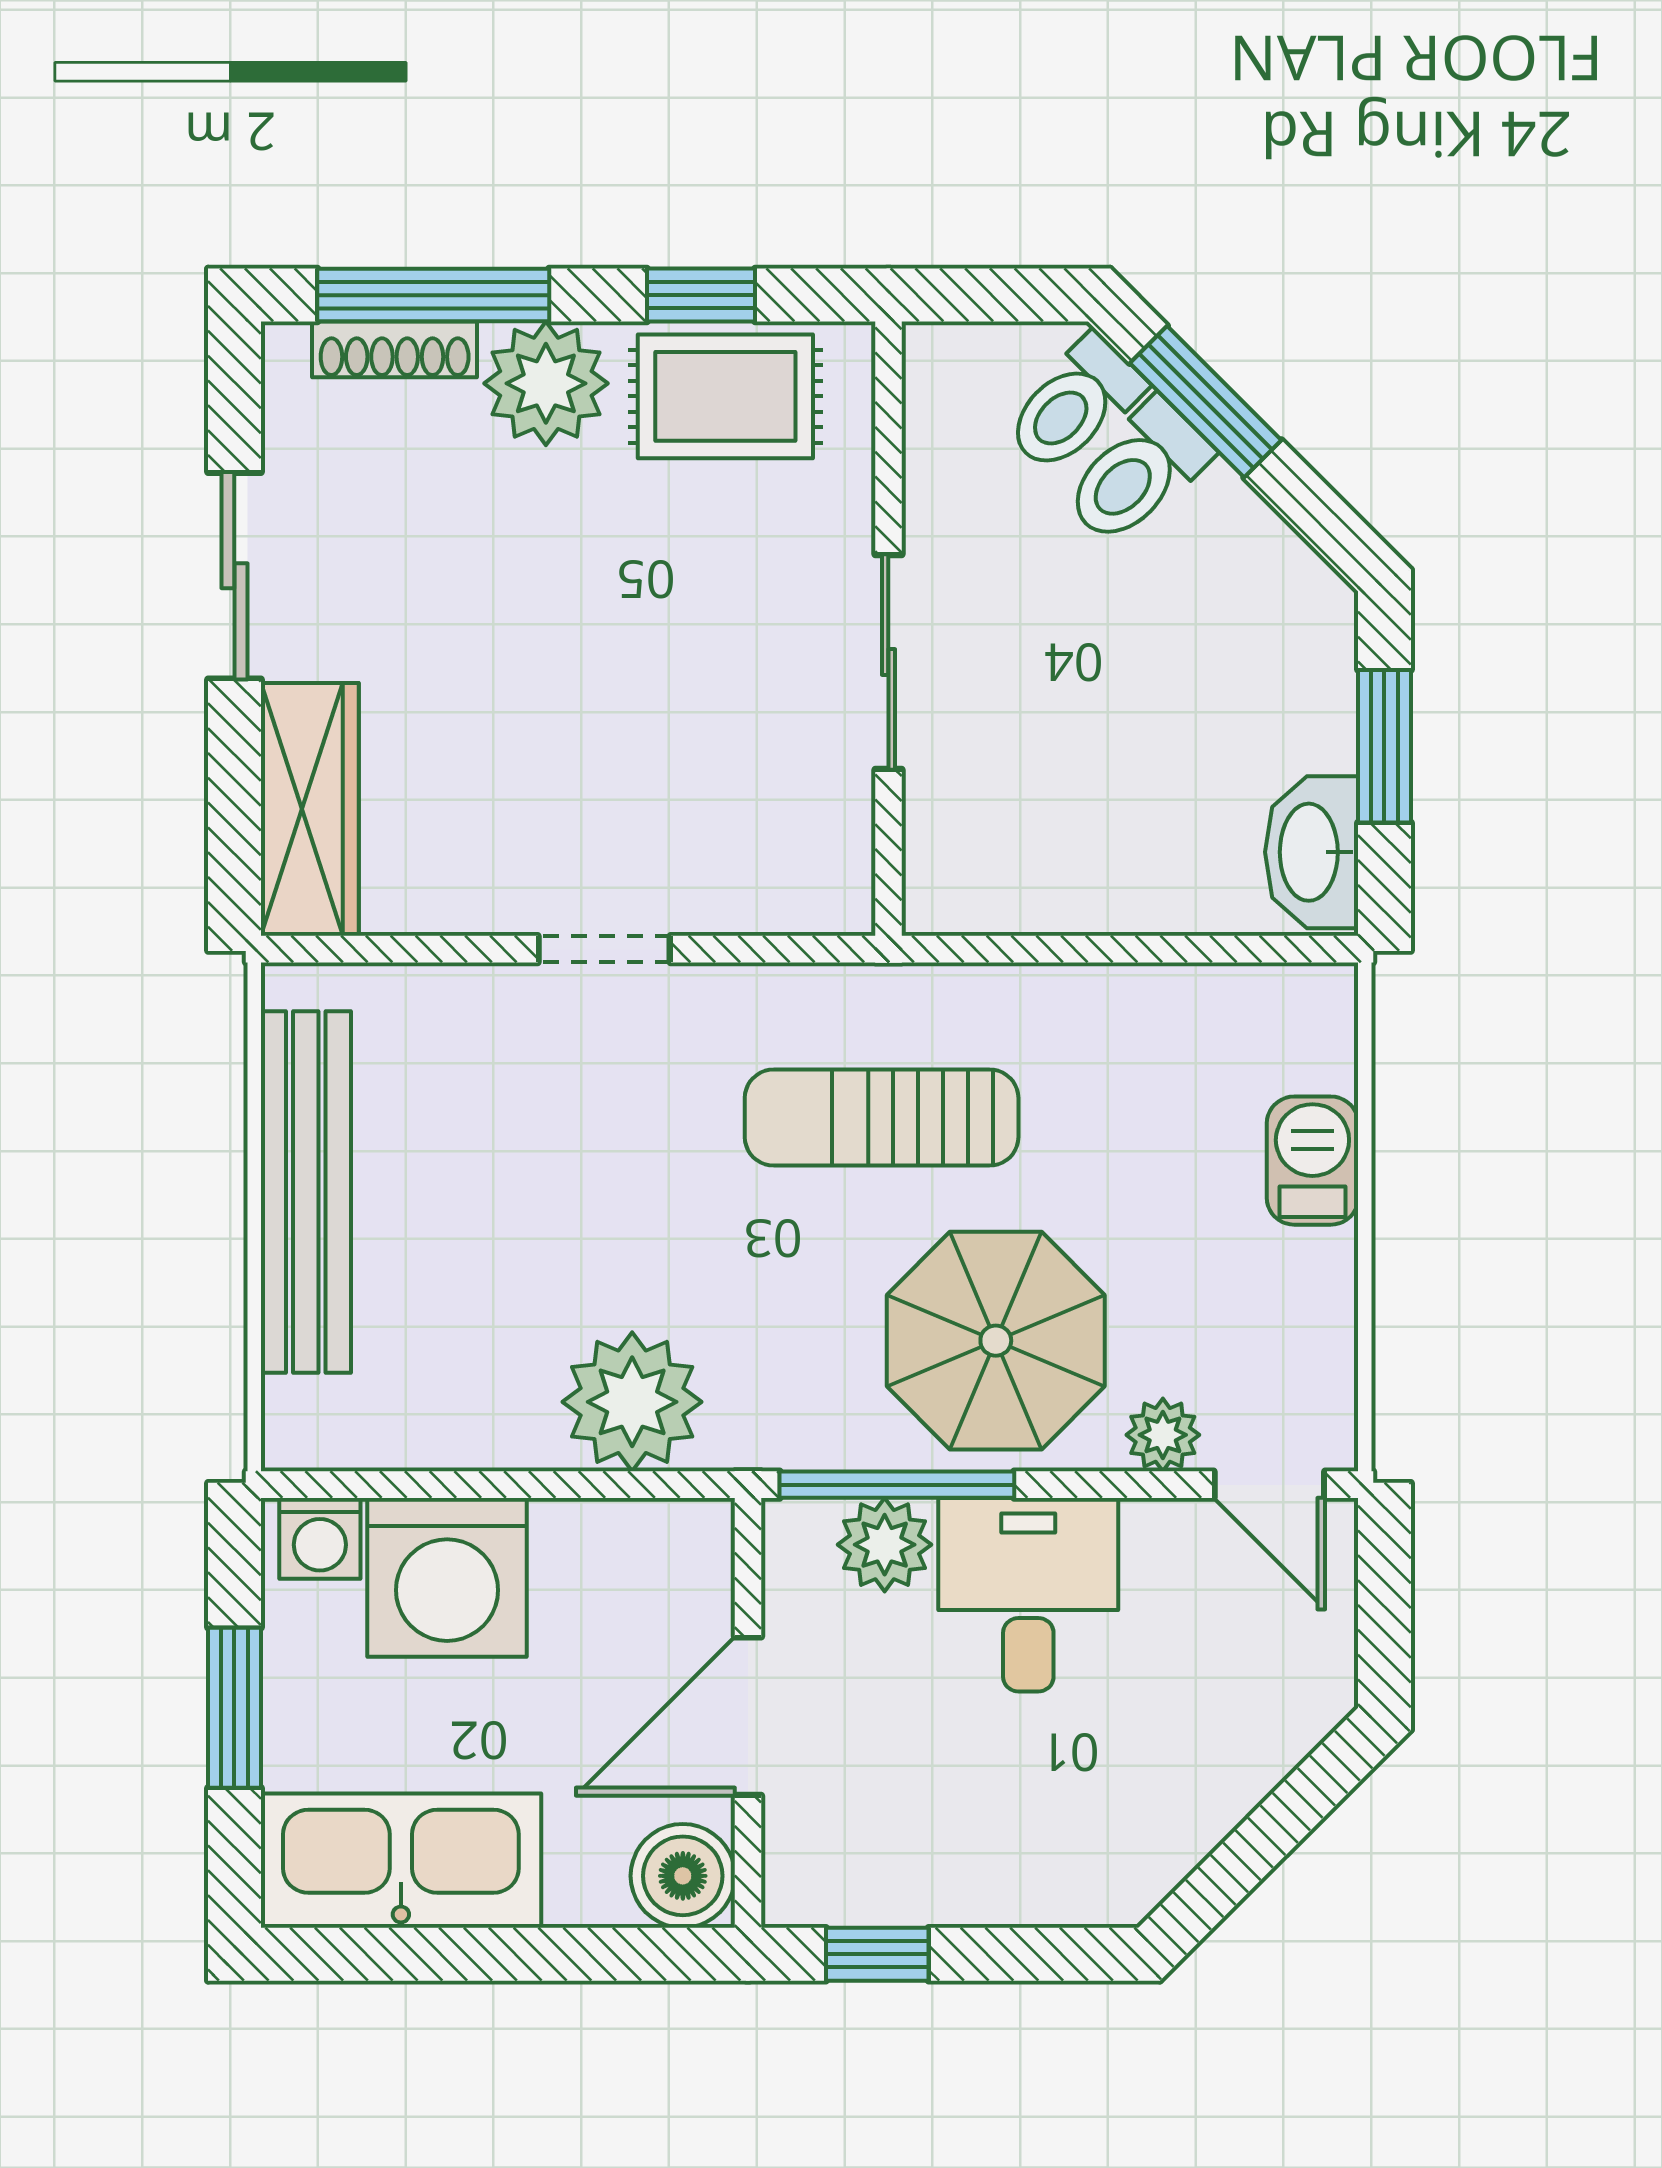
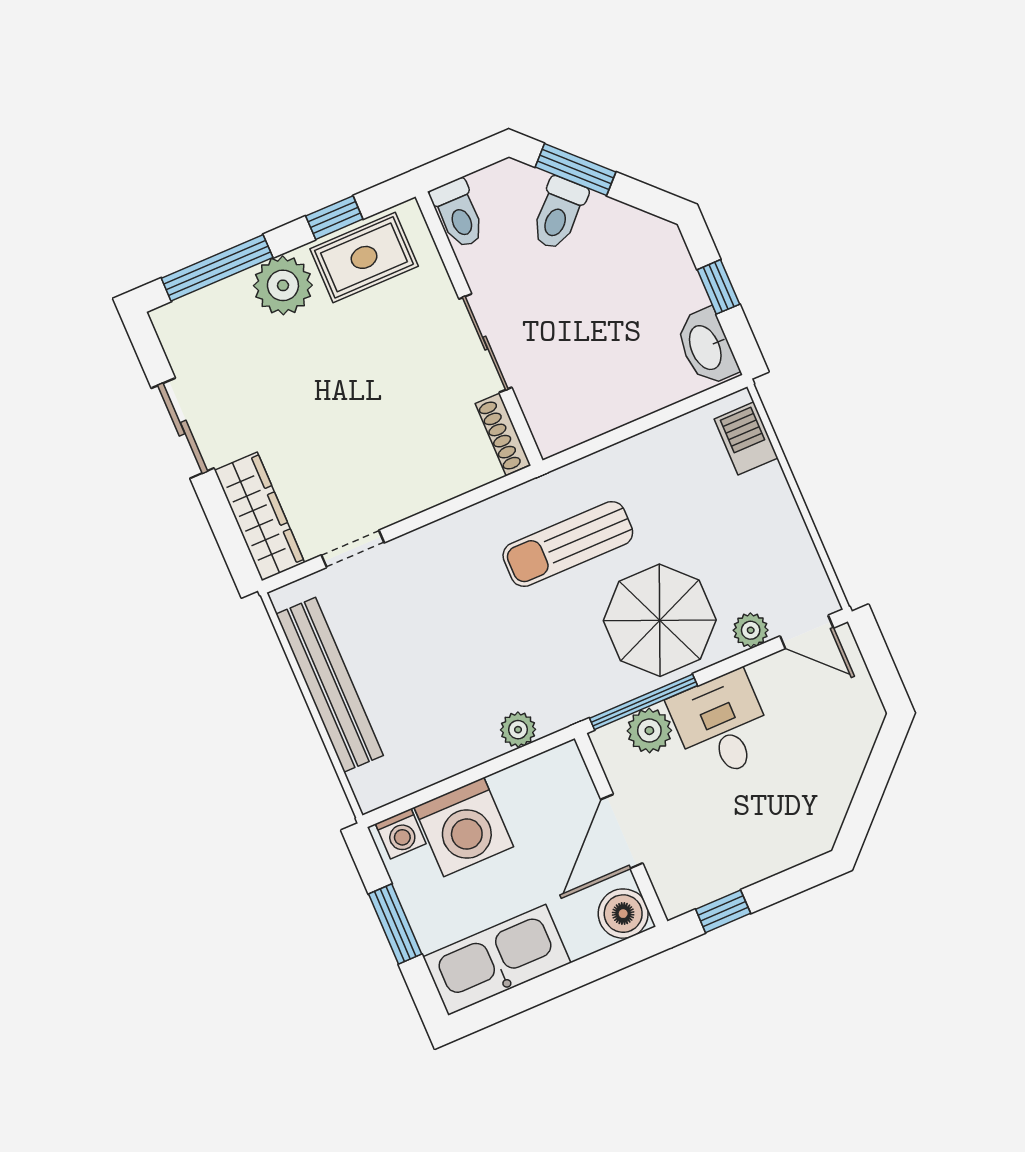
shoe rack: (395, 349) -> (503, 434), moved, turned 90
toilet: (1074, 404) -> (458, 214), moved, turned -45
window: (1384, 746) -> (718, 287), width x0.67
doorway: (604, 949) -> (353, 549), moved
barbecue: (1312, 1161) -> (746, 438), moved
plant: (632, 1402) -> (518, 730), width x0.53, depth x0.53

